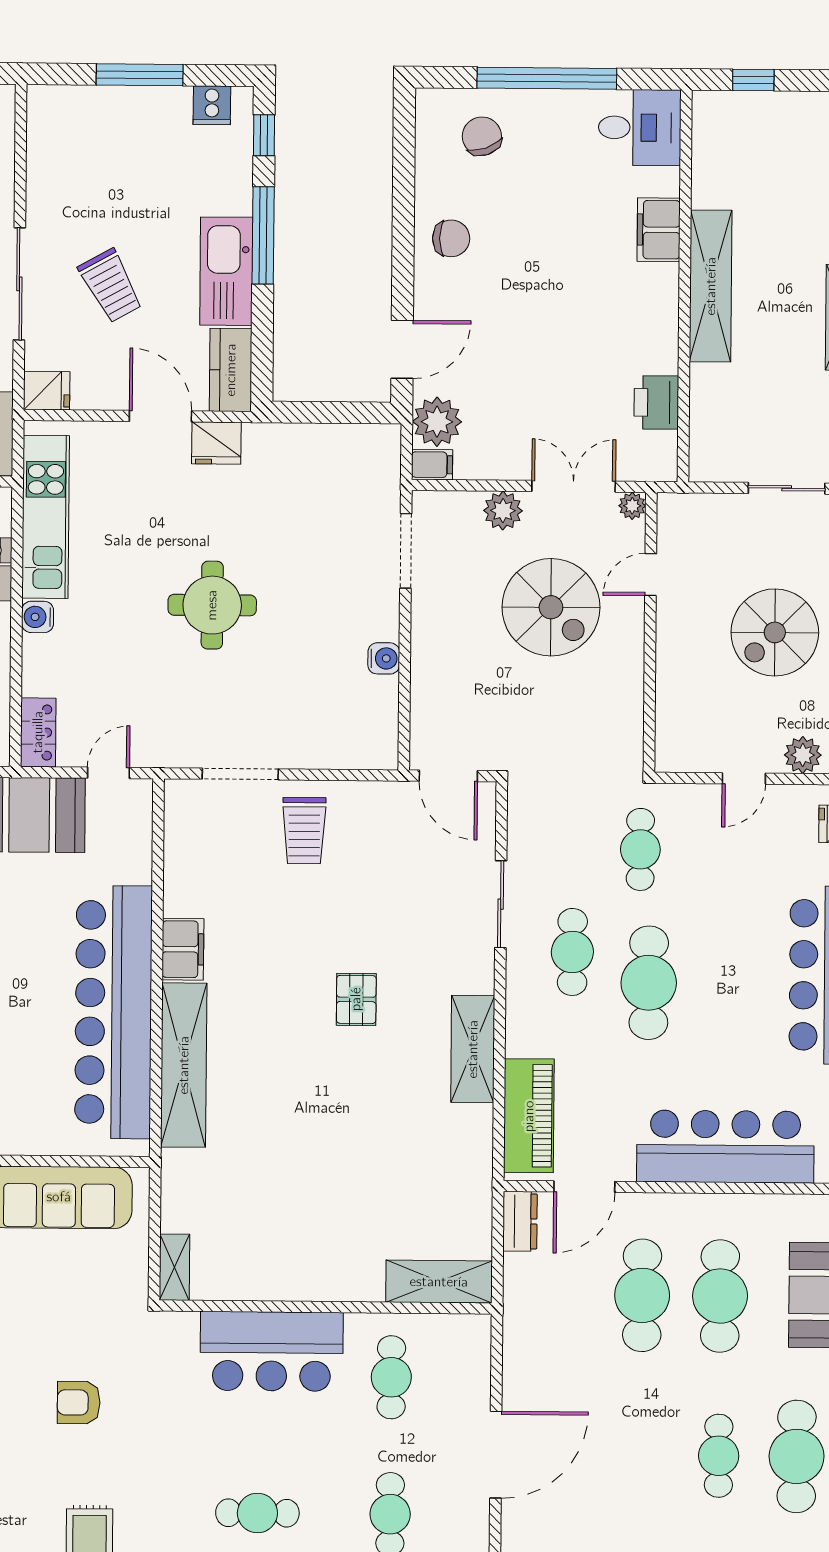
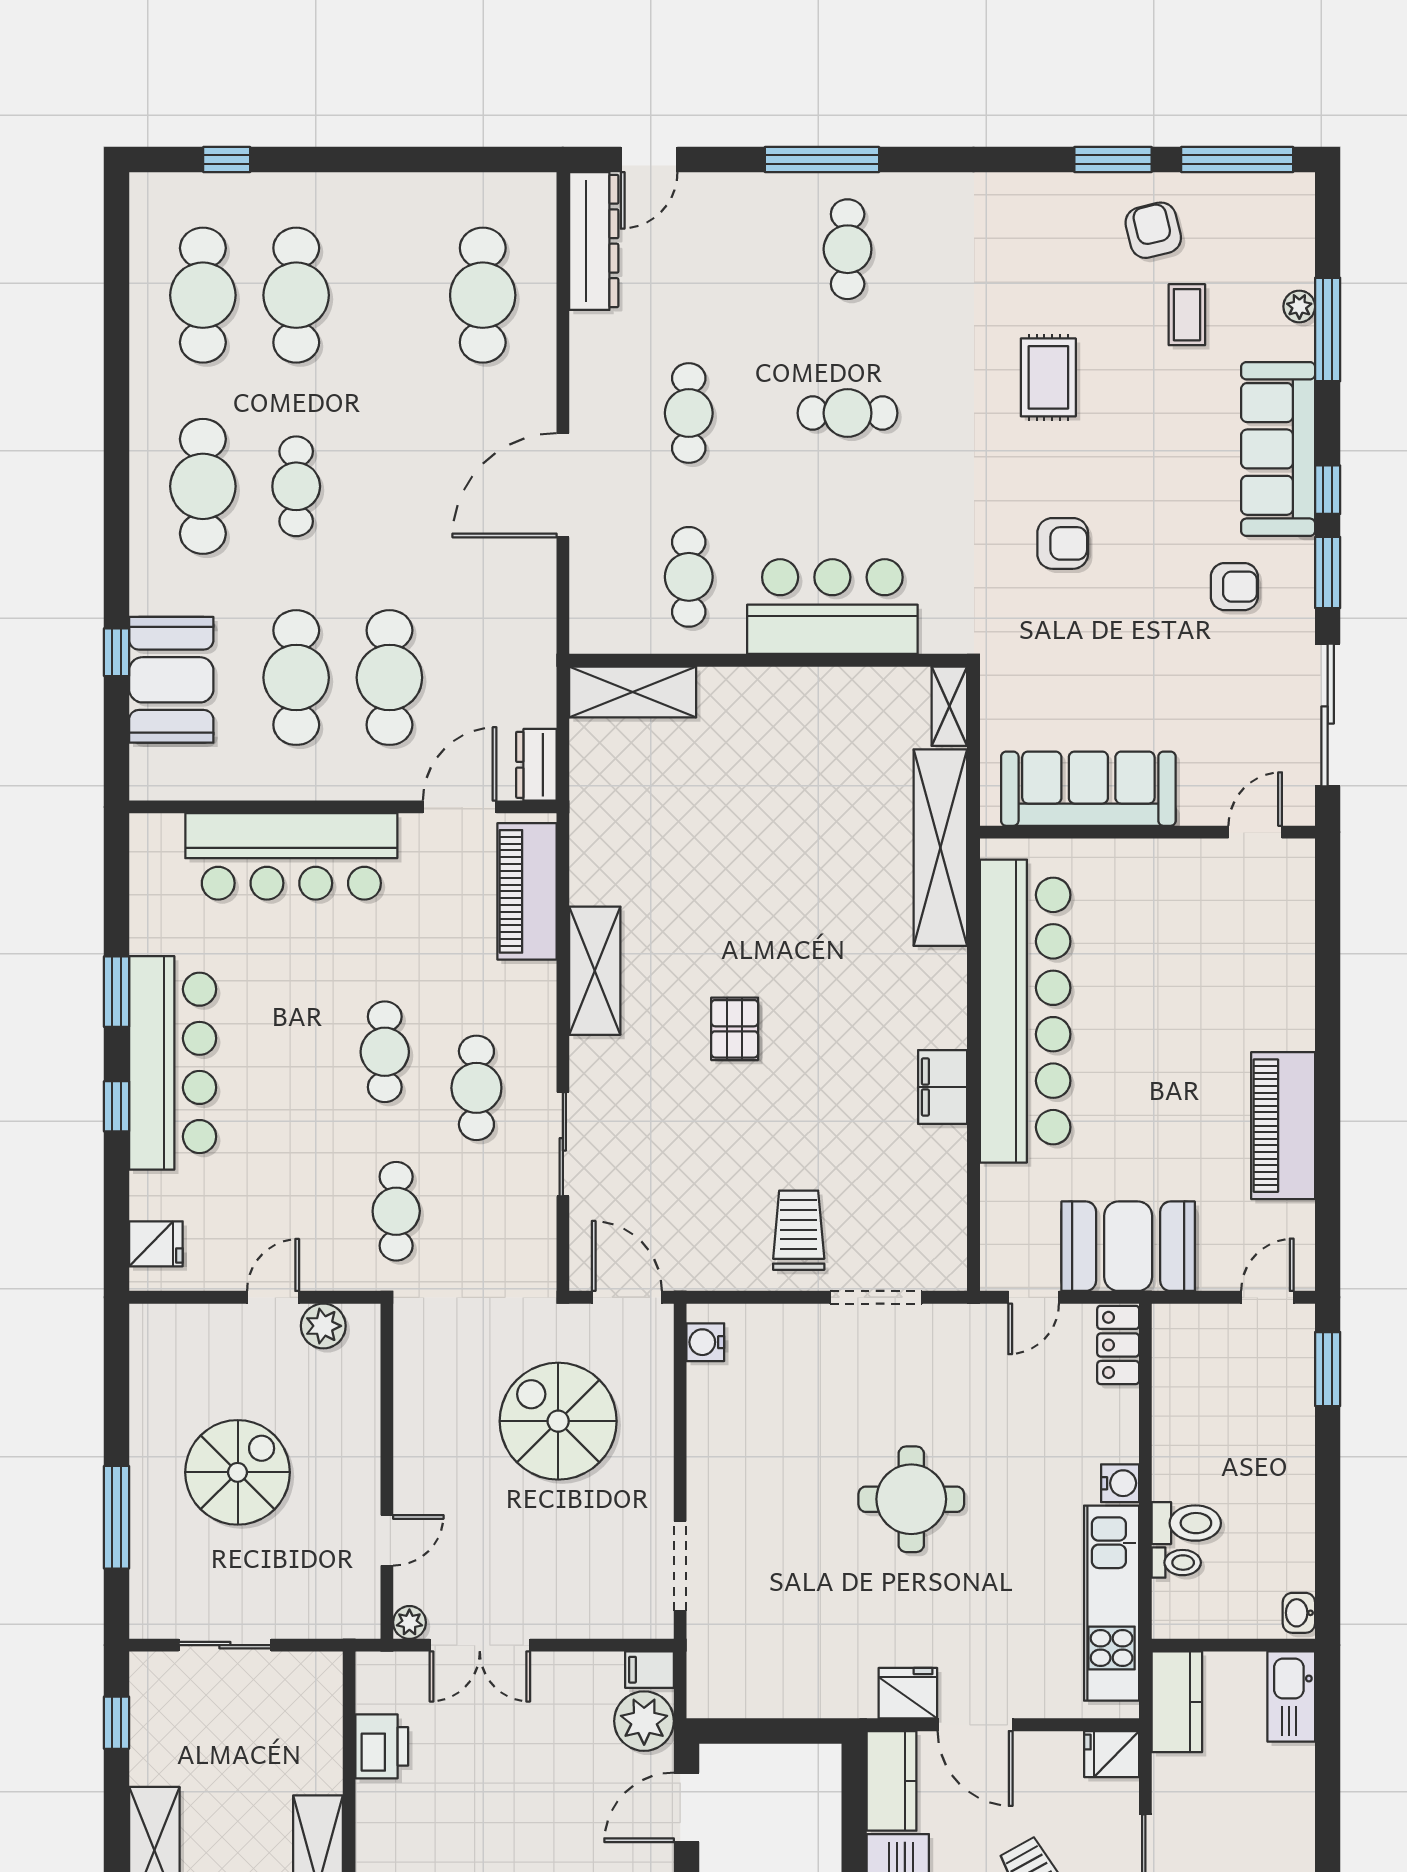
plant: (503, 511) -> (564, 1615), removed
spiral stairs: (551, 607) -> (558, 1421), moved
water cooler: (384, 658) -> (705, 1342), moved
plant: (803, 755) -> (323, 1326), moved
cafe table: (649, 983) -> (385, 1052), width x0.73, depth x0.74
shelving: (184, 1065) -> (940, 848), moved

